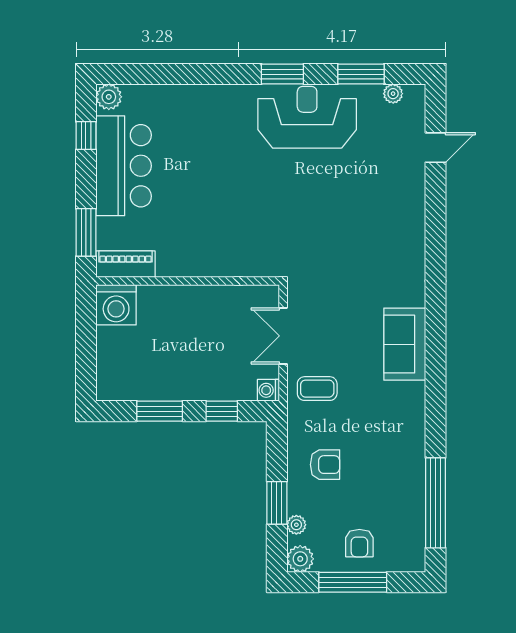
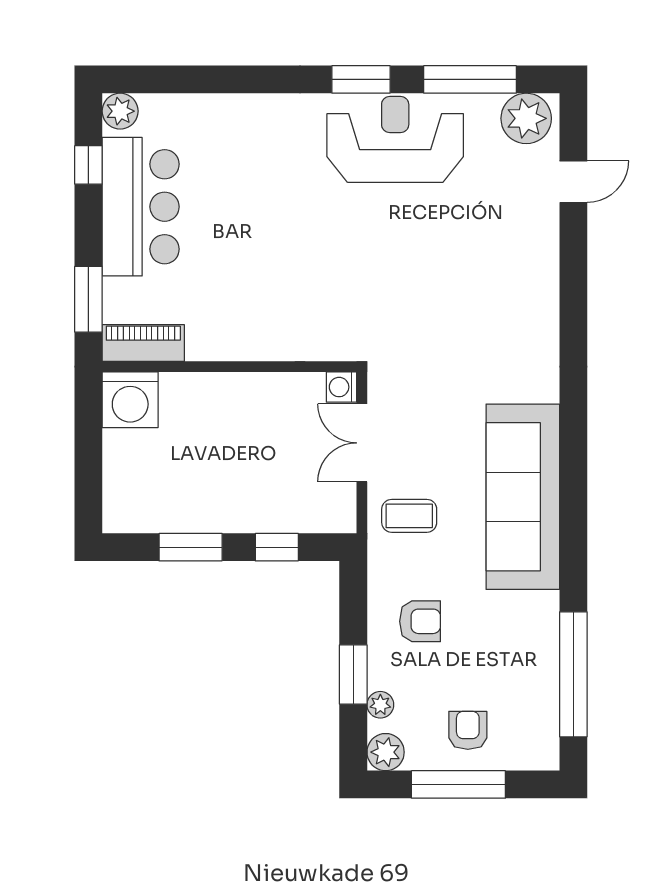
window: (361, 74) -> (470, 79), width x1.44
plant: (393, 94) -> (526, 118), width x1.88, depth x1.88
sofa: (405, 344) -> (523, 497), width x1.85, depth x1.27
washing machine: (268, 390) -> (341, 387), moved
armchair: (359, 543) -> (468, 730), turned 180

